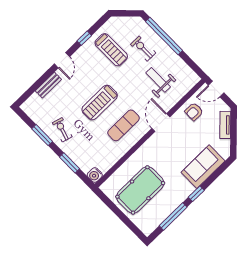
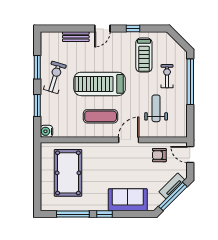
treadmill: (100, 103) -> (100, 84), width x1.37, depth x1.38
exercise bike: (62, 130) -> (55, 77), width x1.38, depth x1.39
window: (234, 132) -> (173, 196), added
pool table: (140, 190) -> (68, 173), turned 90

